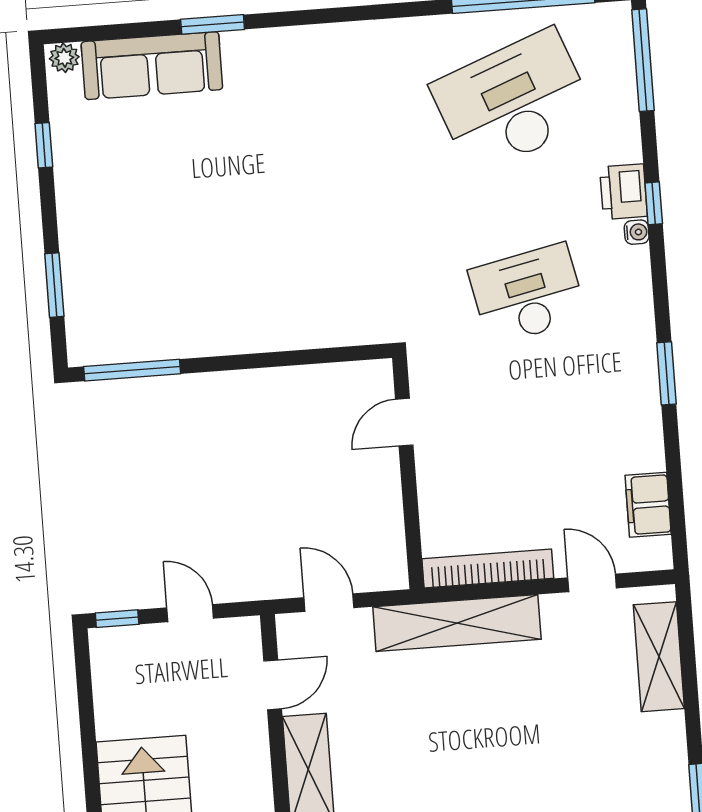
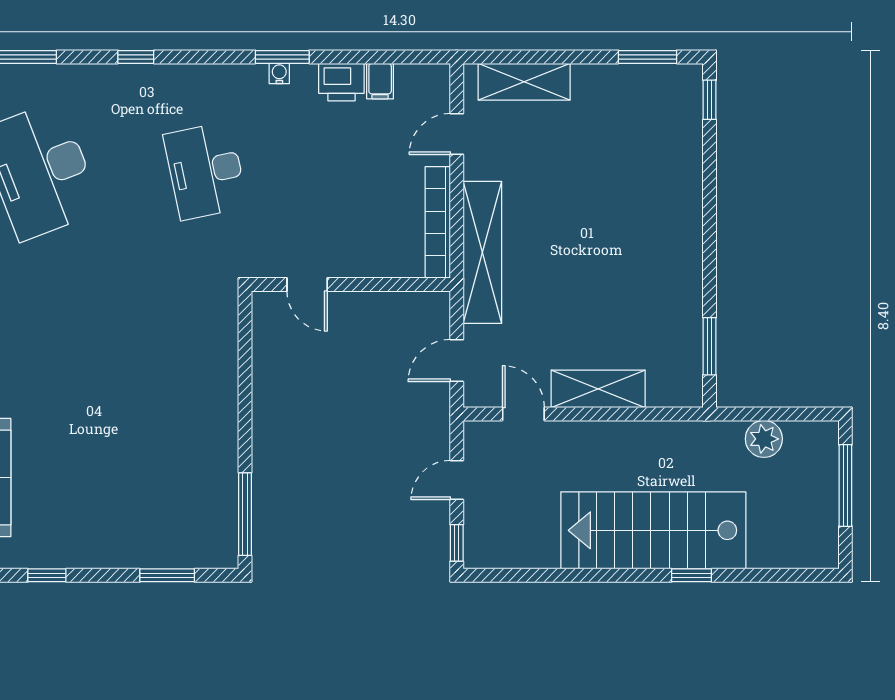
printer: (623, 192) -> (341, 82), moved
water cooler: (637, 232) -> (279, 73), moved
filing cabinet: (648, 505) -> (380, 81), width x0.50

